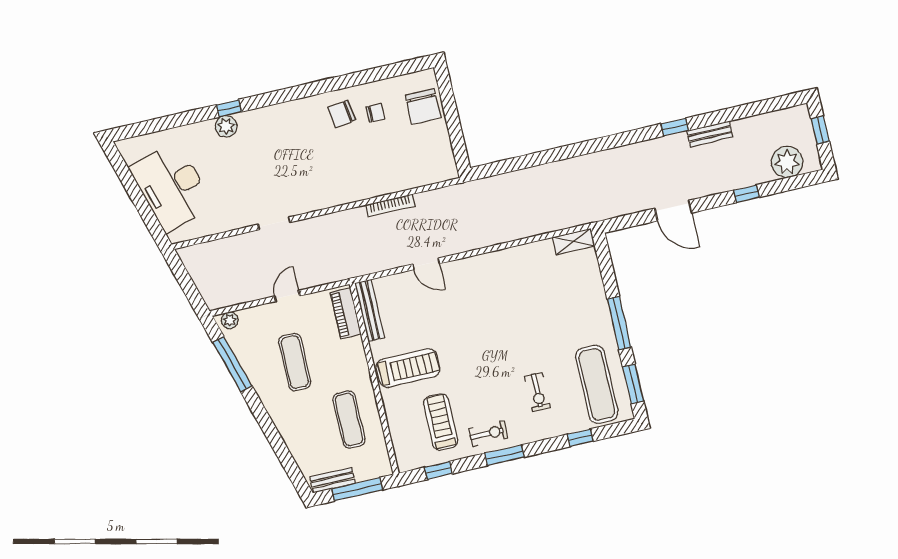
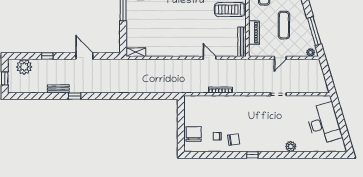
window: (229, 108) -> (252, 155), moved
piano: (346, 313) -> (254, 33), moved

